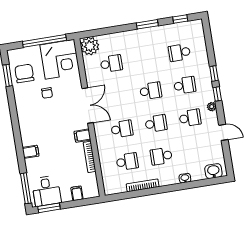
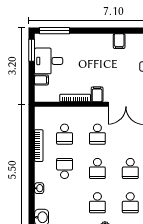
filing cabinet: (31, 152) -> (119, 41), moved
desk: (46, 191) -> (49, 61), moved

